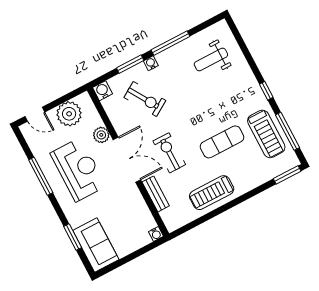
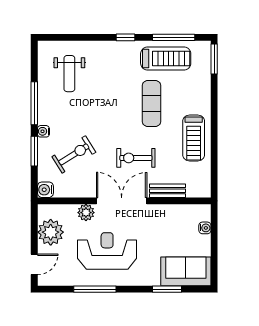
water cooler: (156, 234) -> (205, 228), moved

